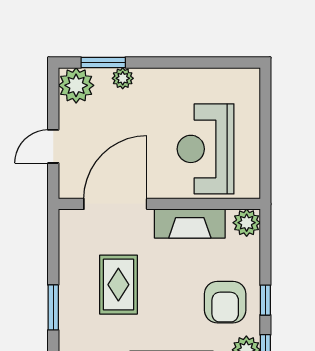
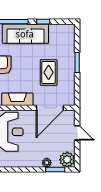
door: (53, 146) -> (77, 133), hinge flipped

